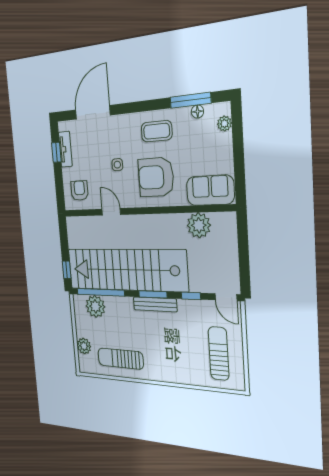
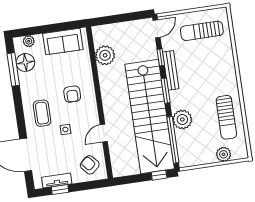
floor lamp: (197, 112) -> (25, 62), width x1.89, depth x1.89
coffee table: (157, 131) -> (42, 113), moved
armchair: (156, 177) -> (72, 94), width x0.53, depth x0.53
sofa: (210, 190) -> (63, 42), moved, turned -90
armchair: (79, 191) -> (90, 165), turned 49
bench: (155, 304) -> (171, 70), moved
plant: (95, 306) -> (182, 119), moved

